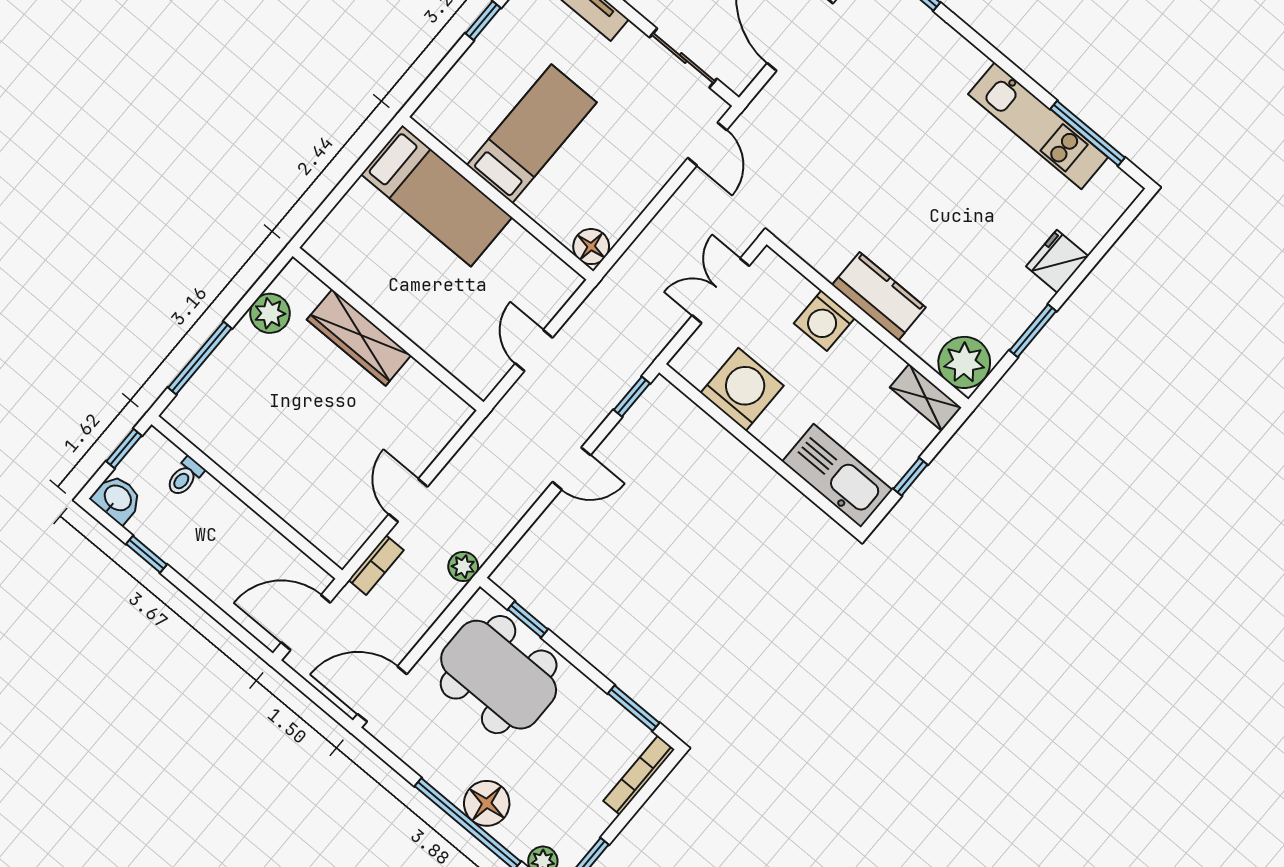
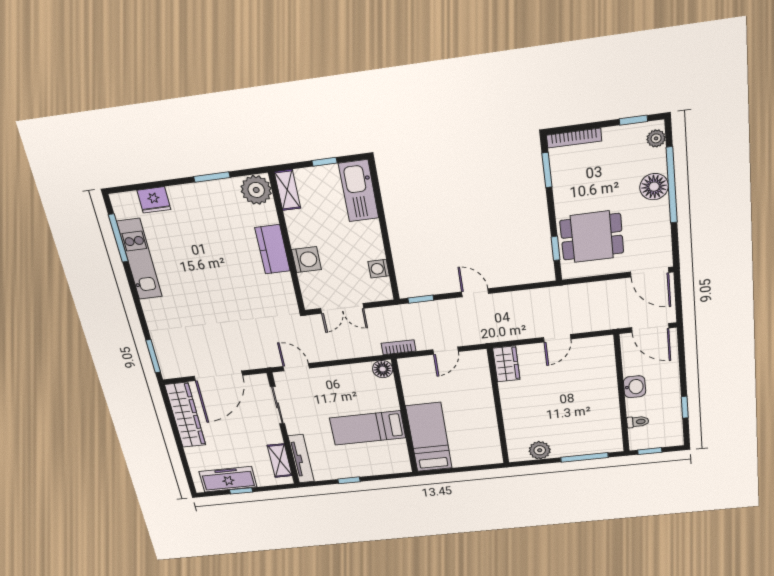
door: (707, 144) -> (296, 367), hinge flipped
fridge: (1057, 261) -> (154, 200), moved
wardrobe: (359, 338) -> (506, 364), moved, width x0.67
washing machine: (742, 389) -> (379, 269), width x0.53, depth x0.53
washbasin: (117, 499) -> (635, 387), moved, turned 180
bookcase: (376, 565) -> (399, 347), moved
plant: (463, 566) -> (561, 293), removed
dining table: (499, 675) -> (592, 237), width x0.73

